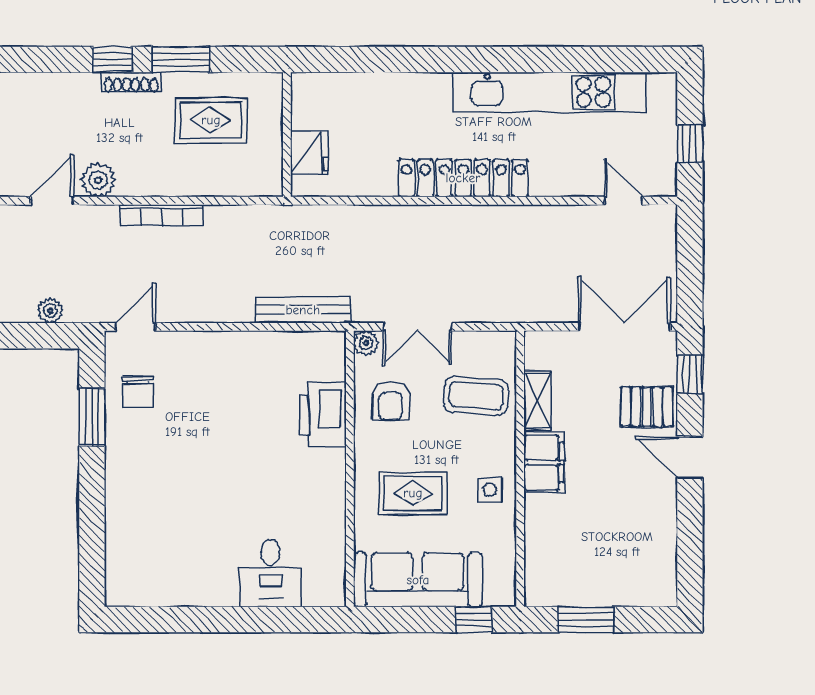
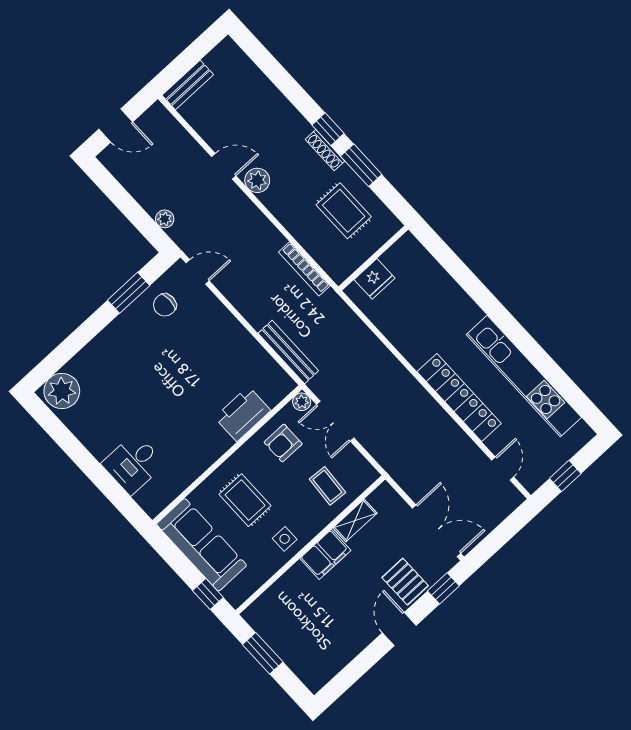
locker: (463, 178) -> (459, 398), moved
bookcase: (161, 215) -> (304, 269), moved
coffee table: (476, 396) -> (327, 486), width x0.73, depth x0.77
plant: (129, 578) -> (62, 391), added

